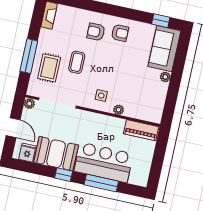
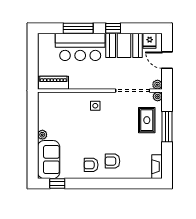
armchair: (96, 32) -> (112, 161), turned 180
coffee table: (77, 62) -> (123, 130), removed
plant: (119, 110) -> (158, 97), moved

